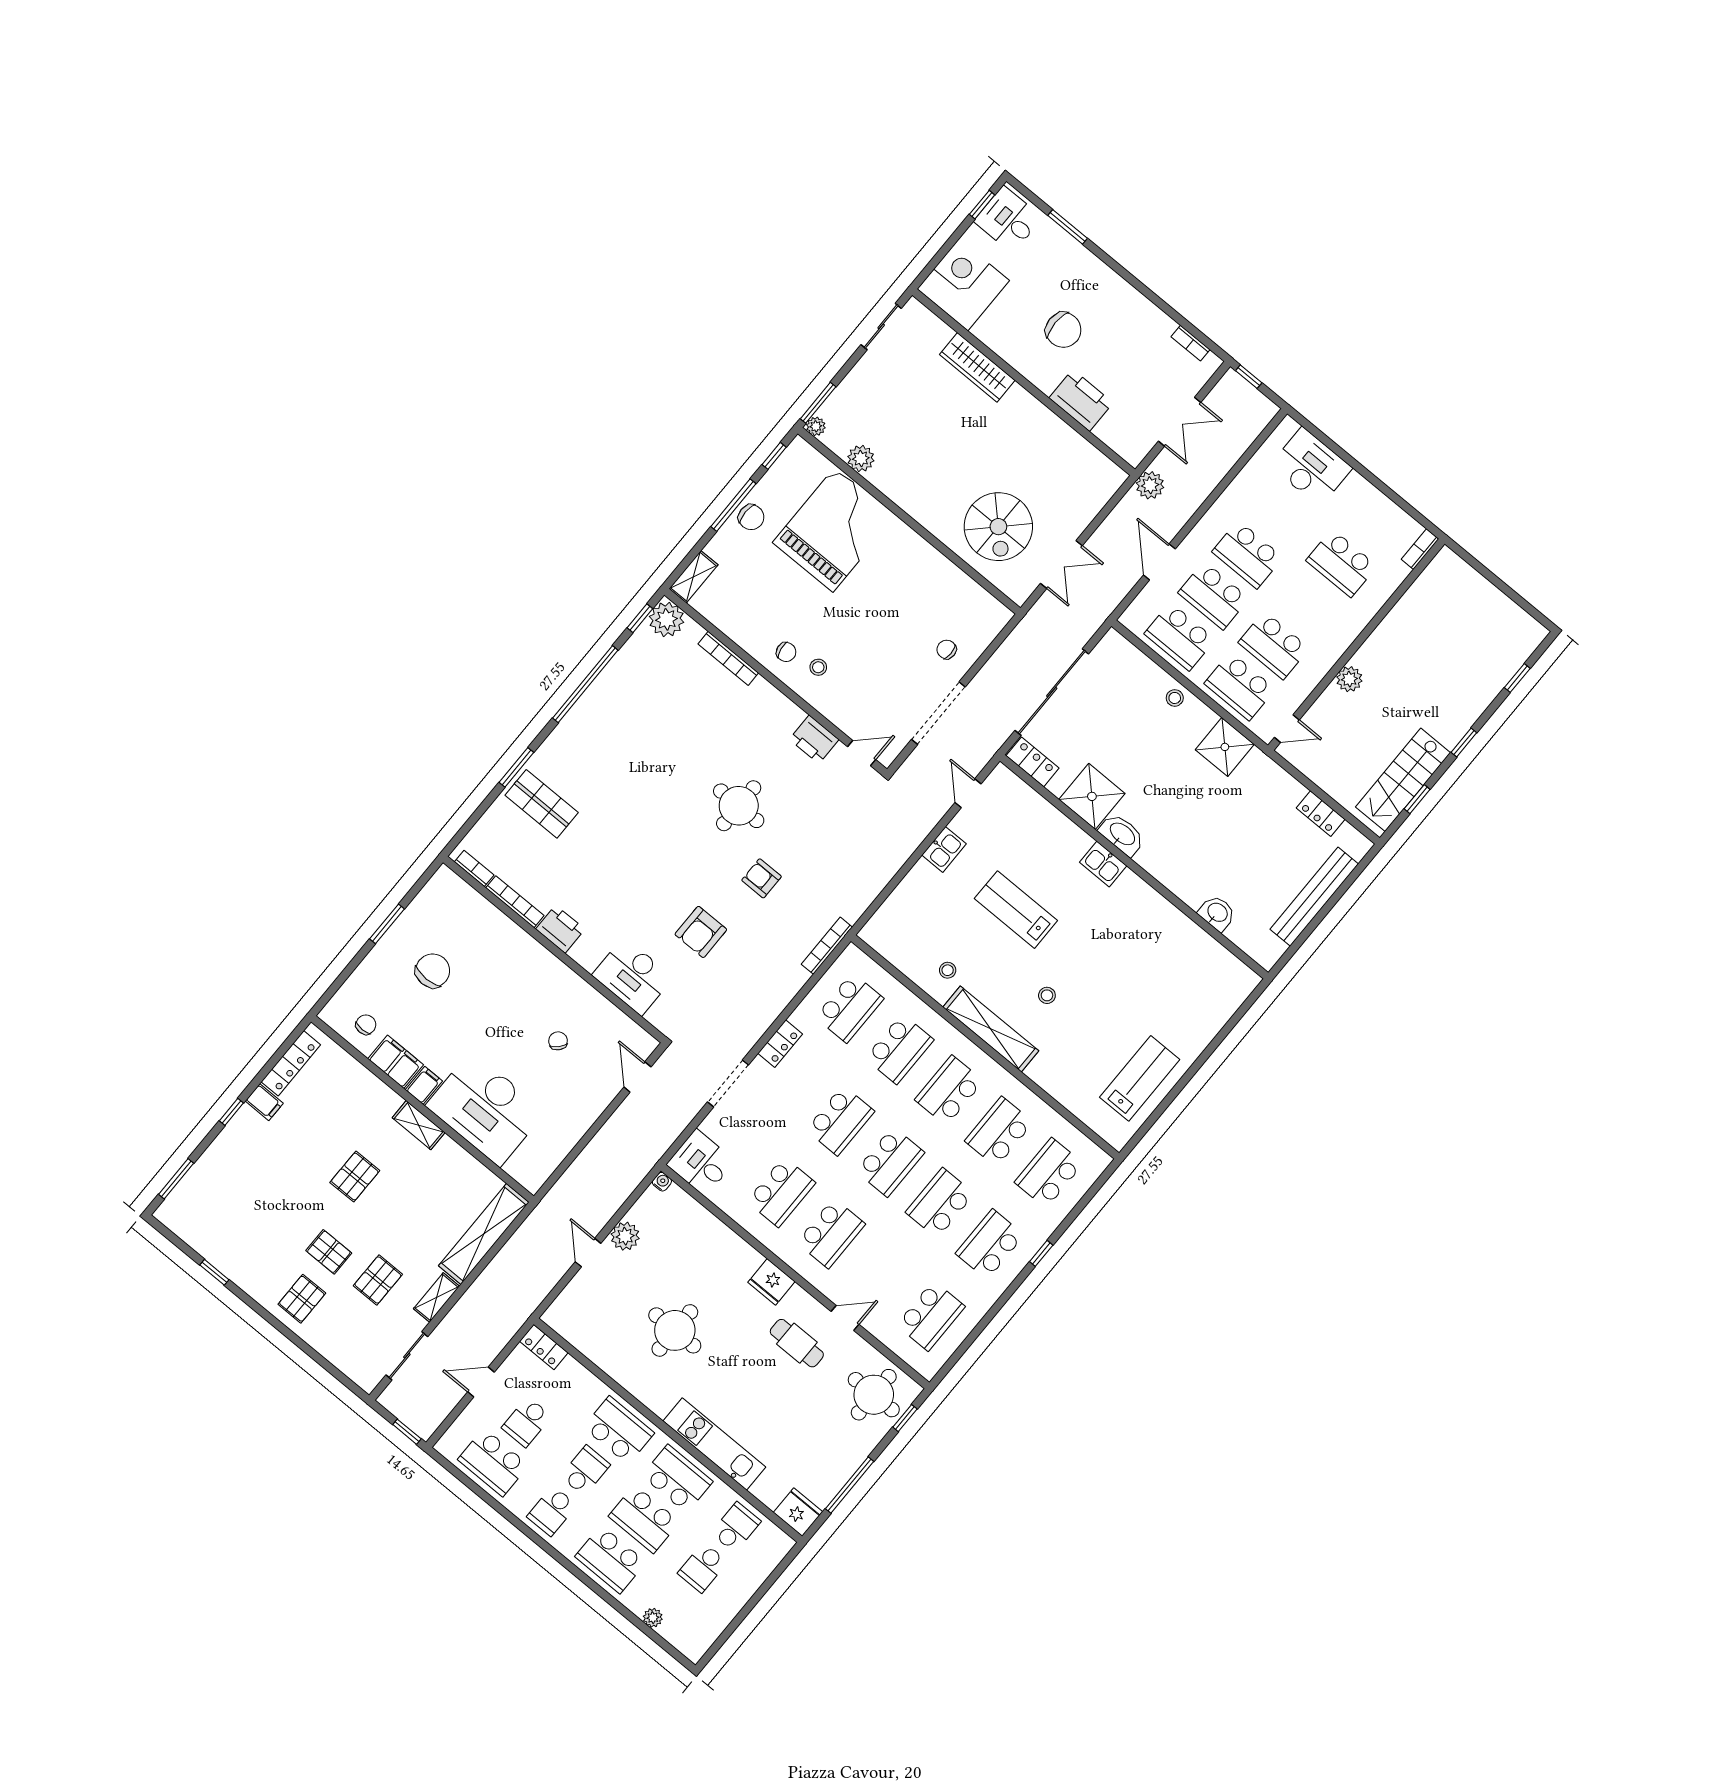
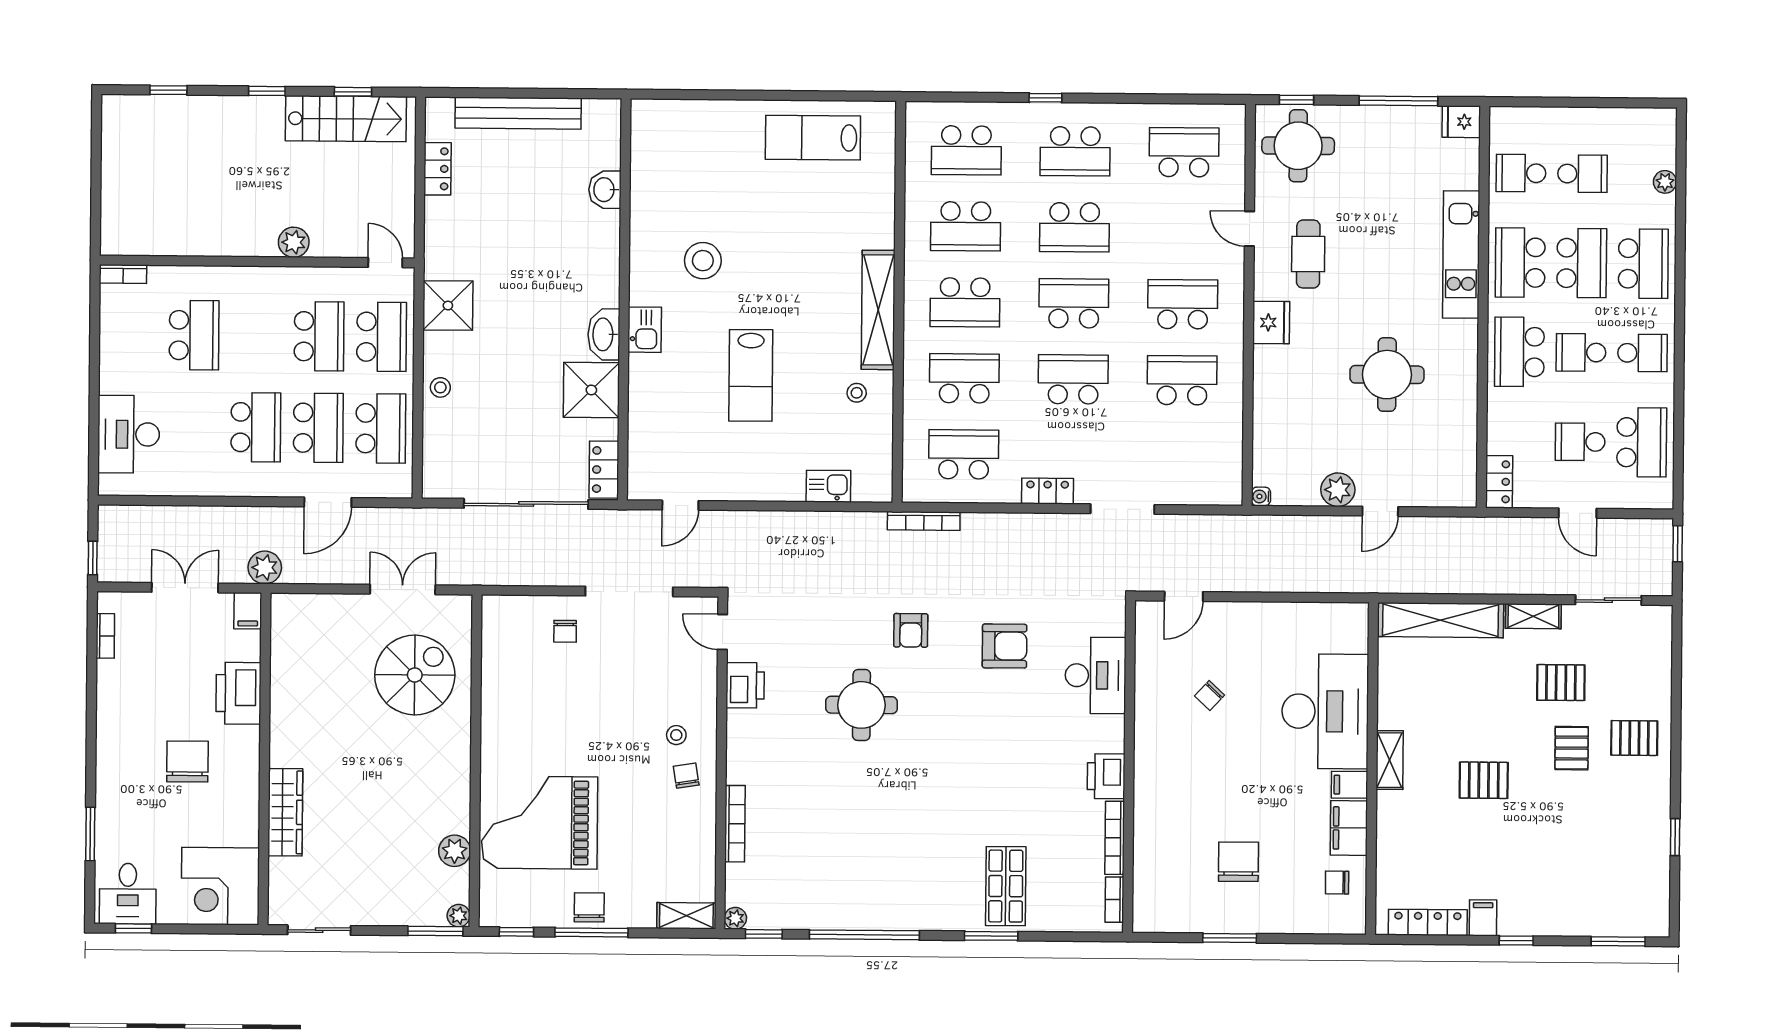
filing cabinet: (1131, 451) -> (248, 611), added
plant: (667, 619) -> (735, 918), width x0.53, depth x0.53
kitchen sink: (944, 849) -> (828, 486), moved
chair: (433, 971) -> (1238, 862), turned 90
stool: (1047, 995) -> (703, 261), moved, width x1.89, depth x1.89
desk: (701, 1163) -> (1215, 475), removed
school desk: (527, 1422) -> (1580, 442), turned 180
fridge: (798, 1512) -> (1461, 122), width x0.72

